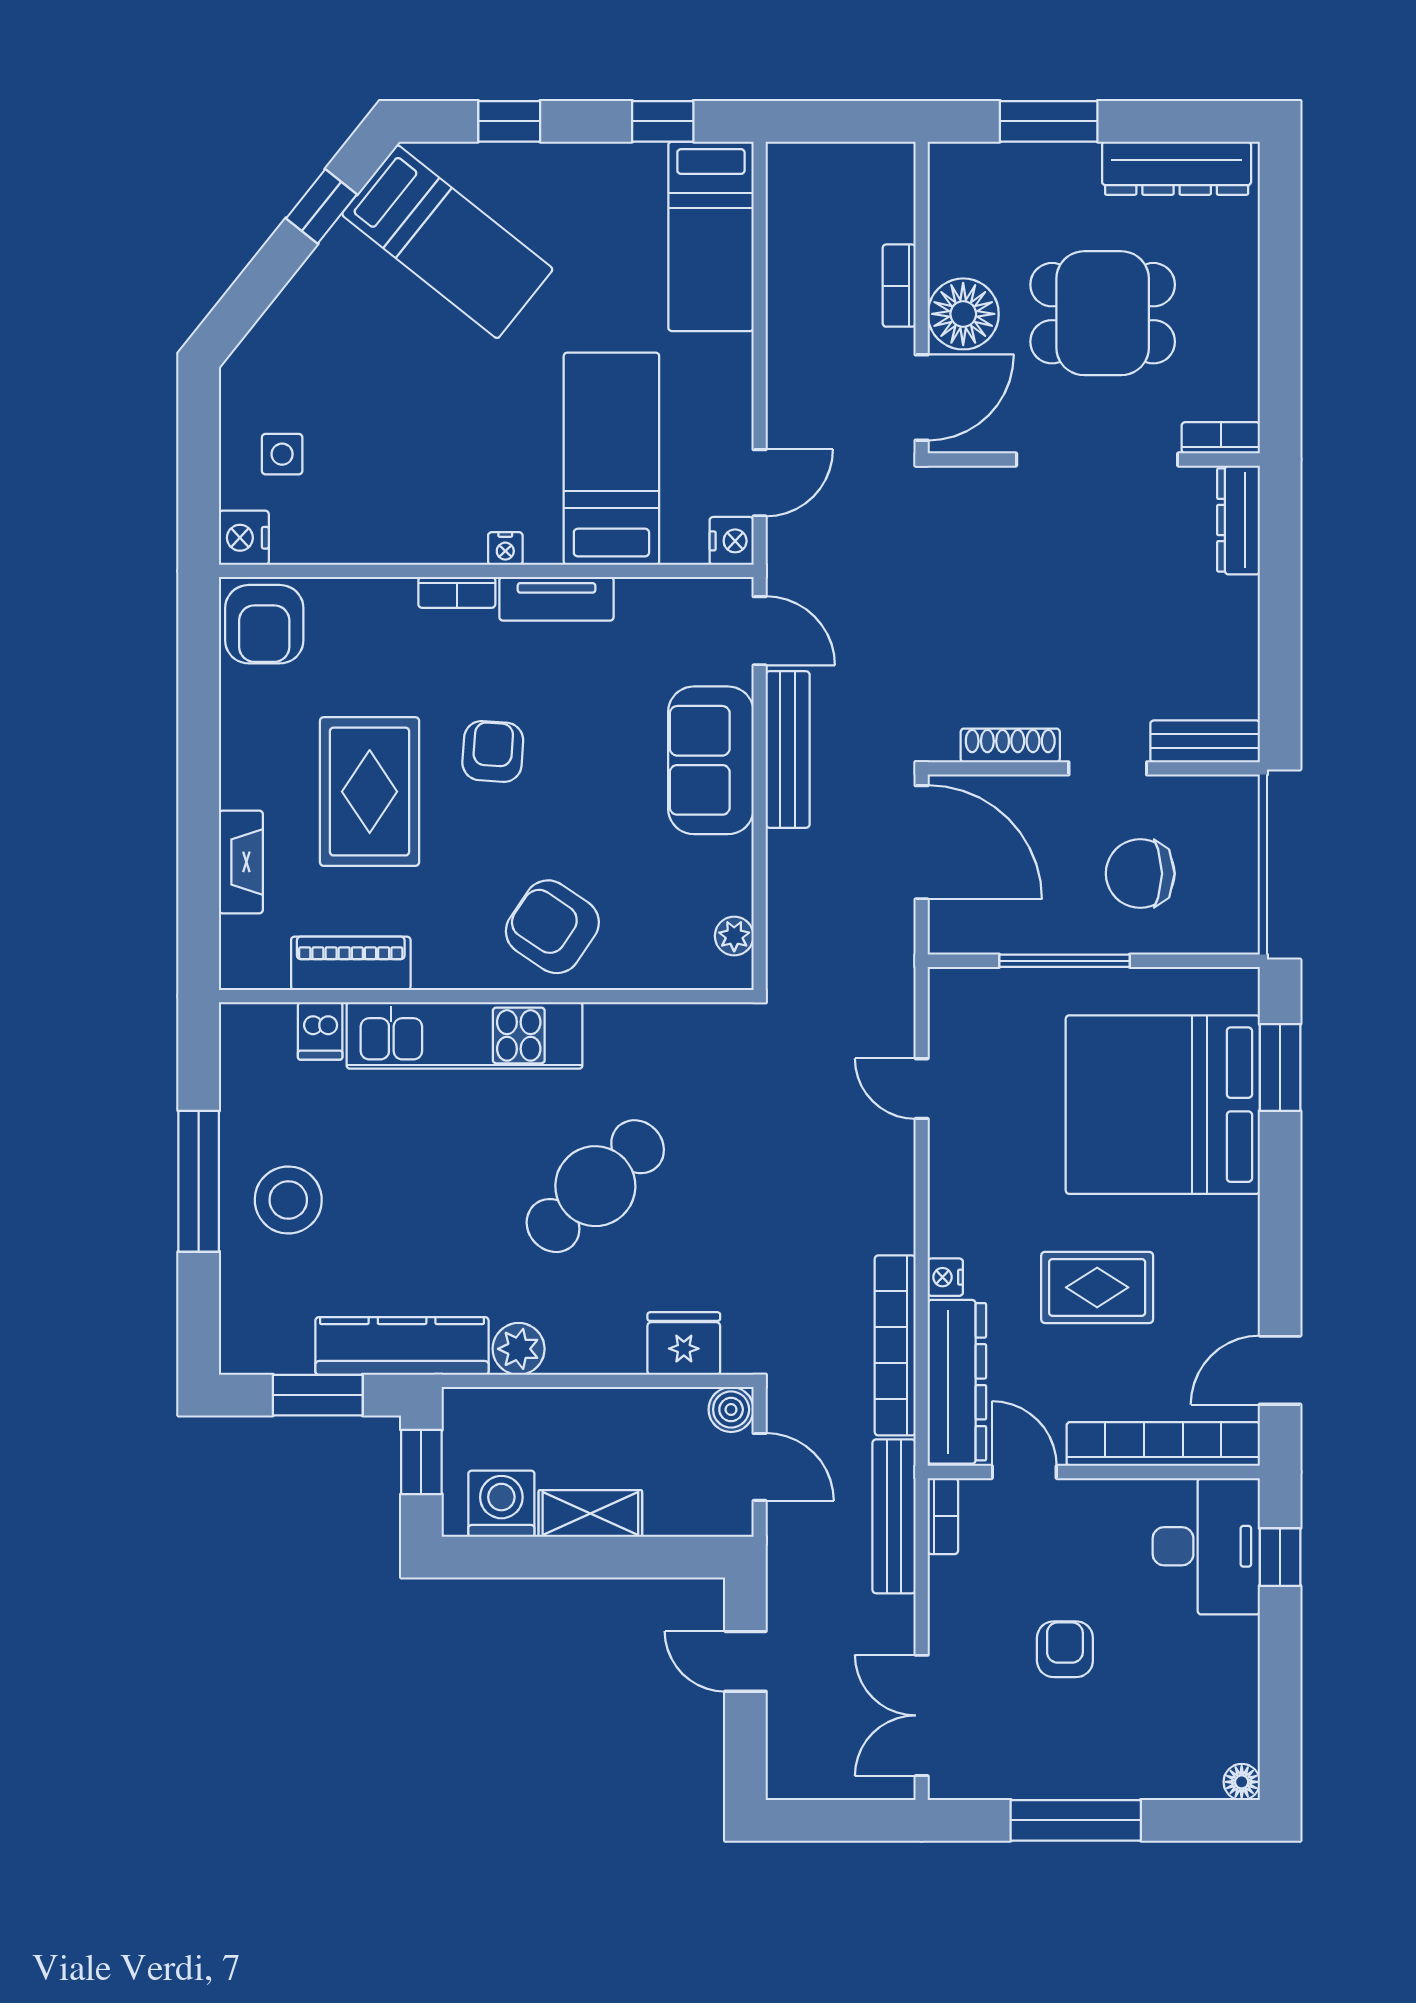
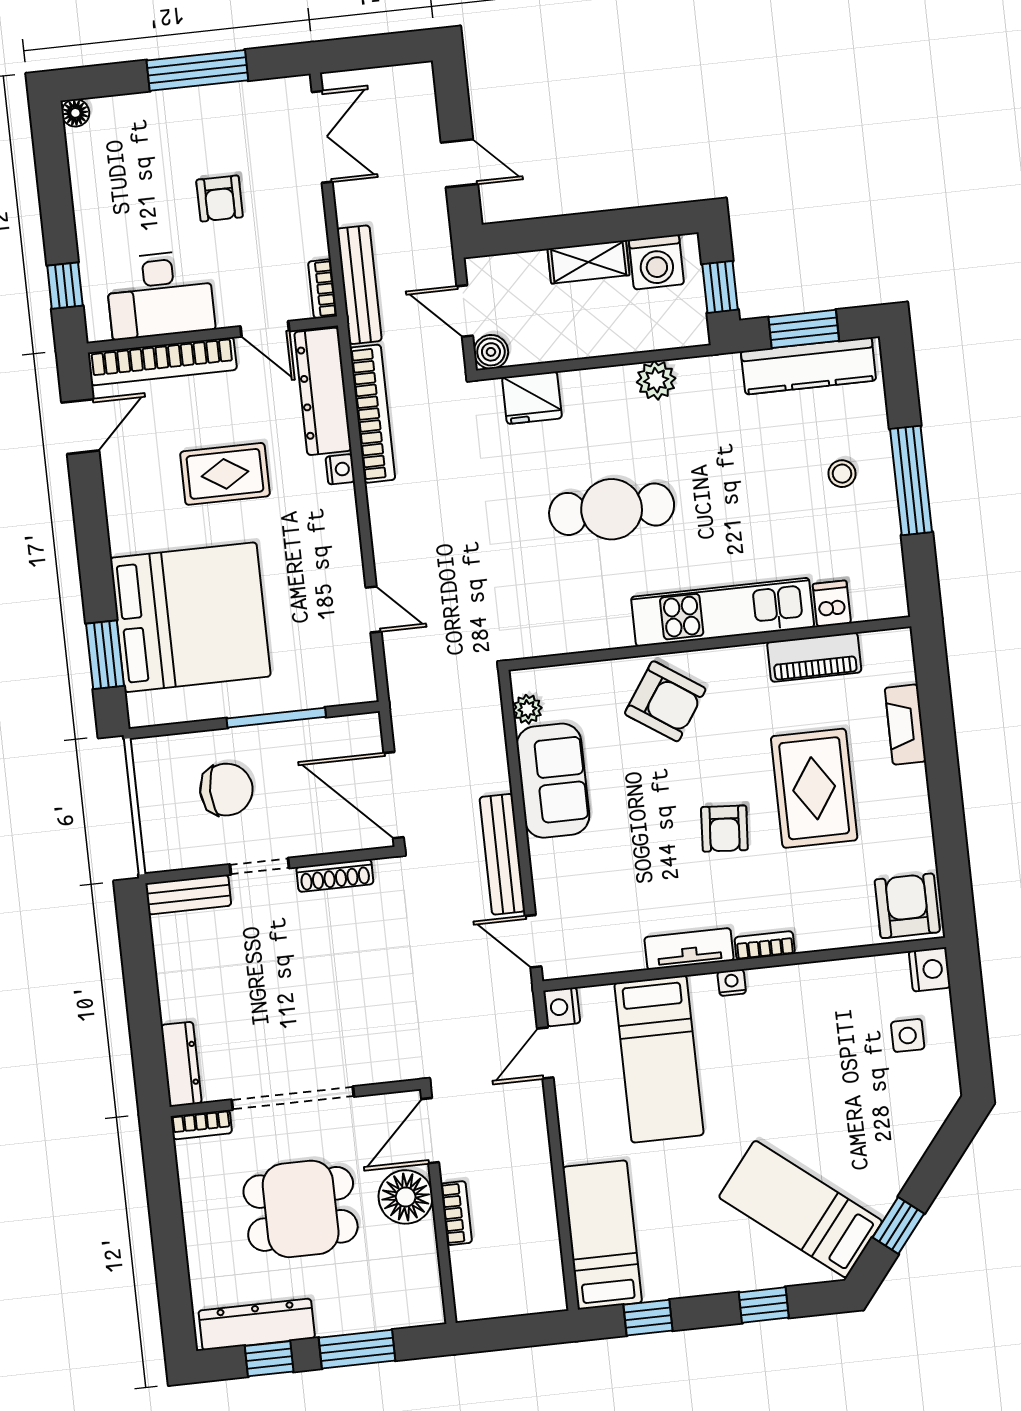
window: (1165, 121) -> (269, 1359), added
sofa: (711, 760) -> (553, 781), moved
cafe table: (595, 1186) -> (612, 509), turned 43
stool: (288, 1200) -> (842, 474), width x0.53, depth x0.53
kitchen counter: (402, 1346) -> (808, 366), moved
desk: (1206, 1546) -> (160, 295), moved, turned -90

